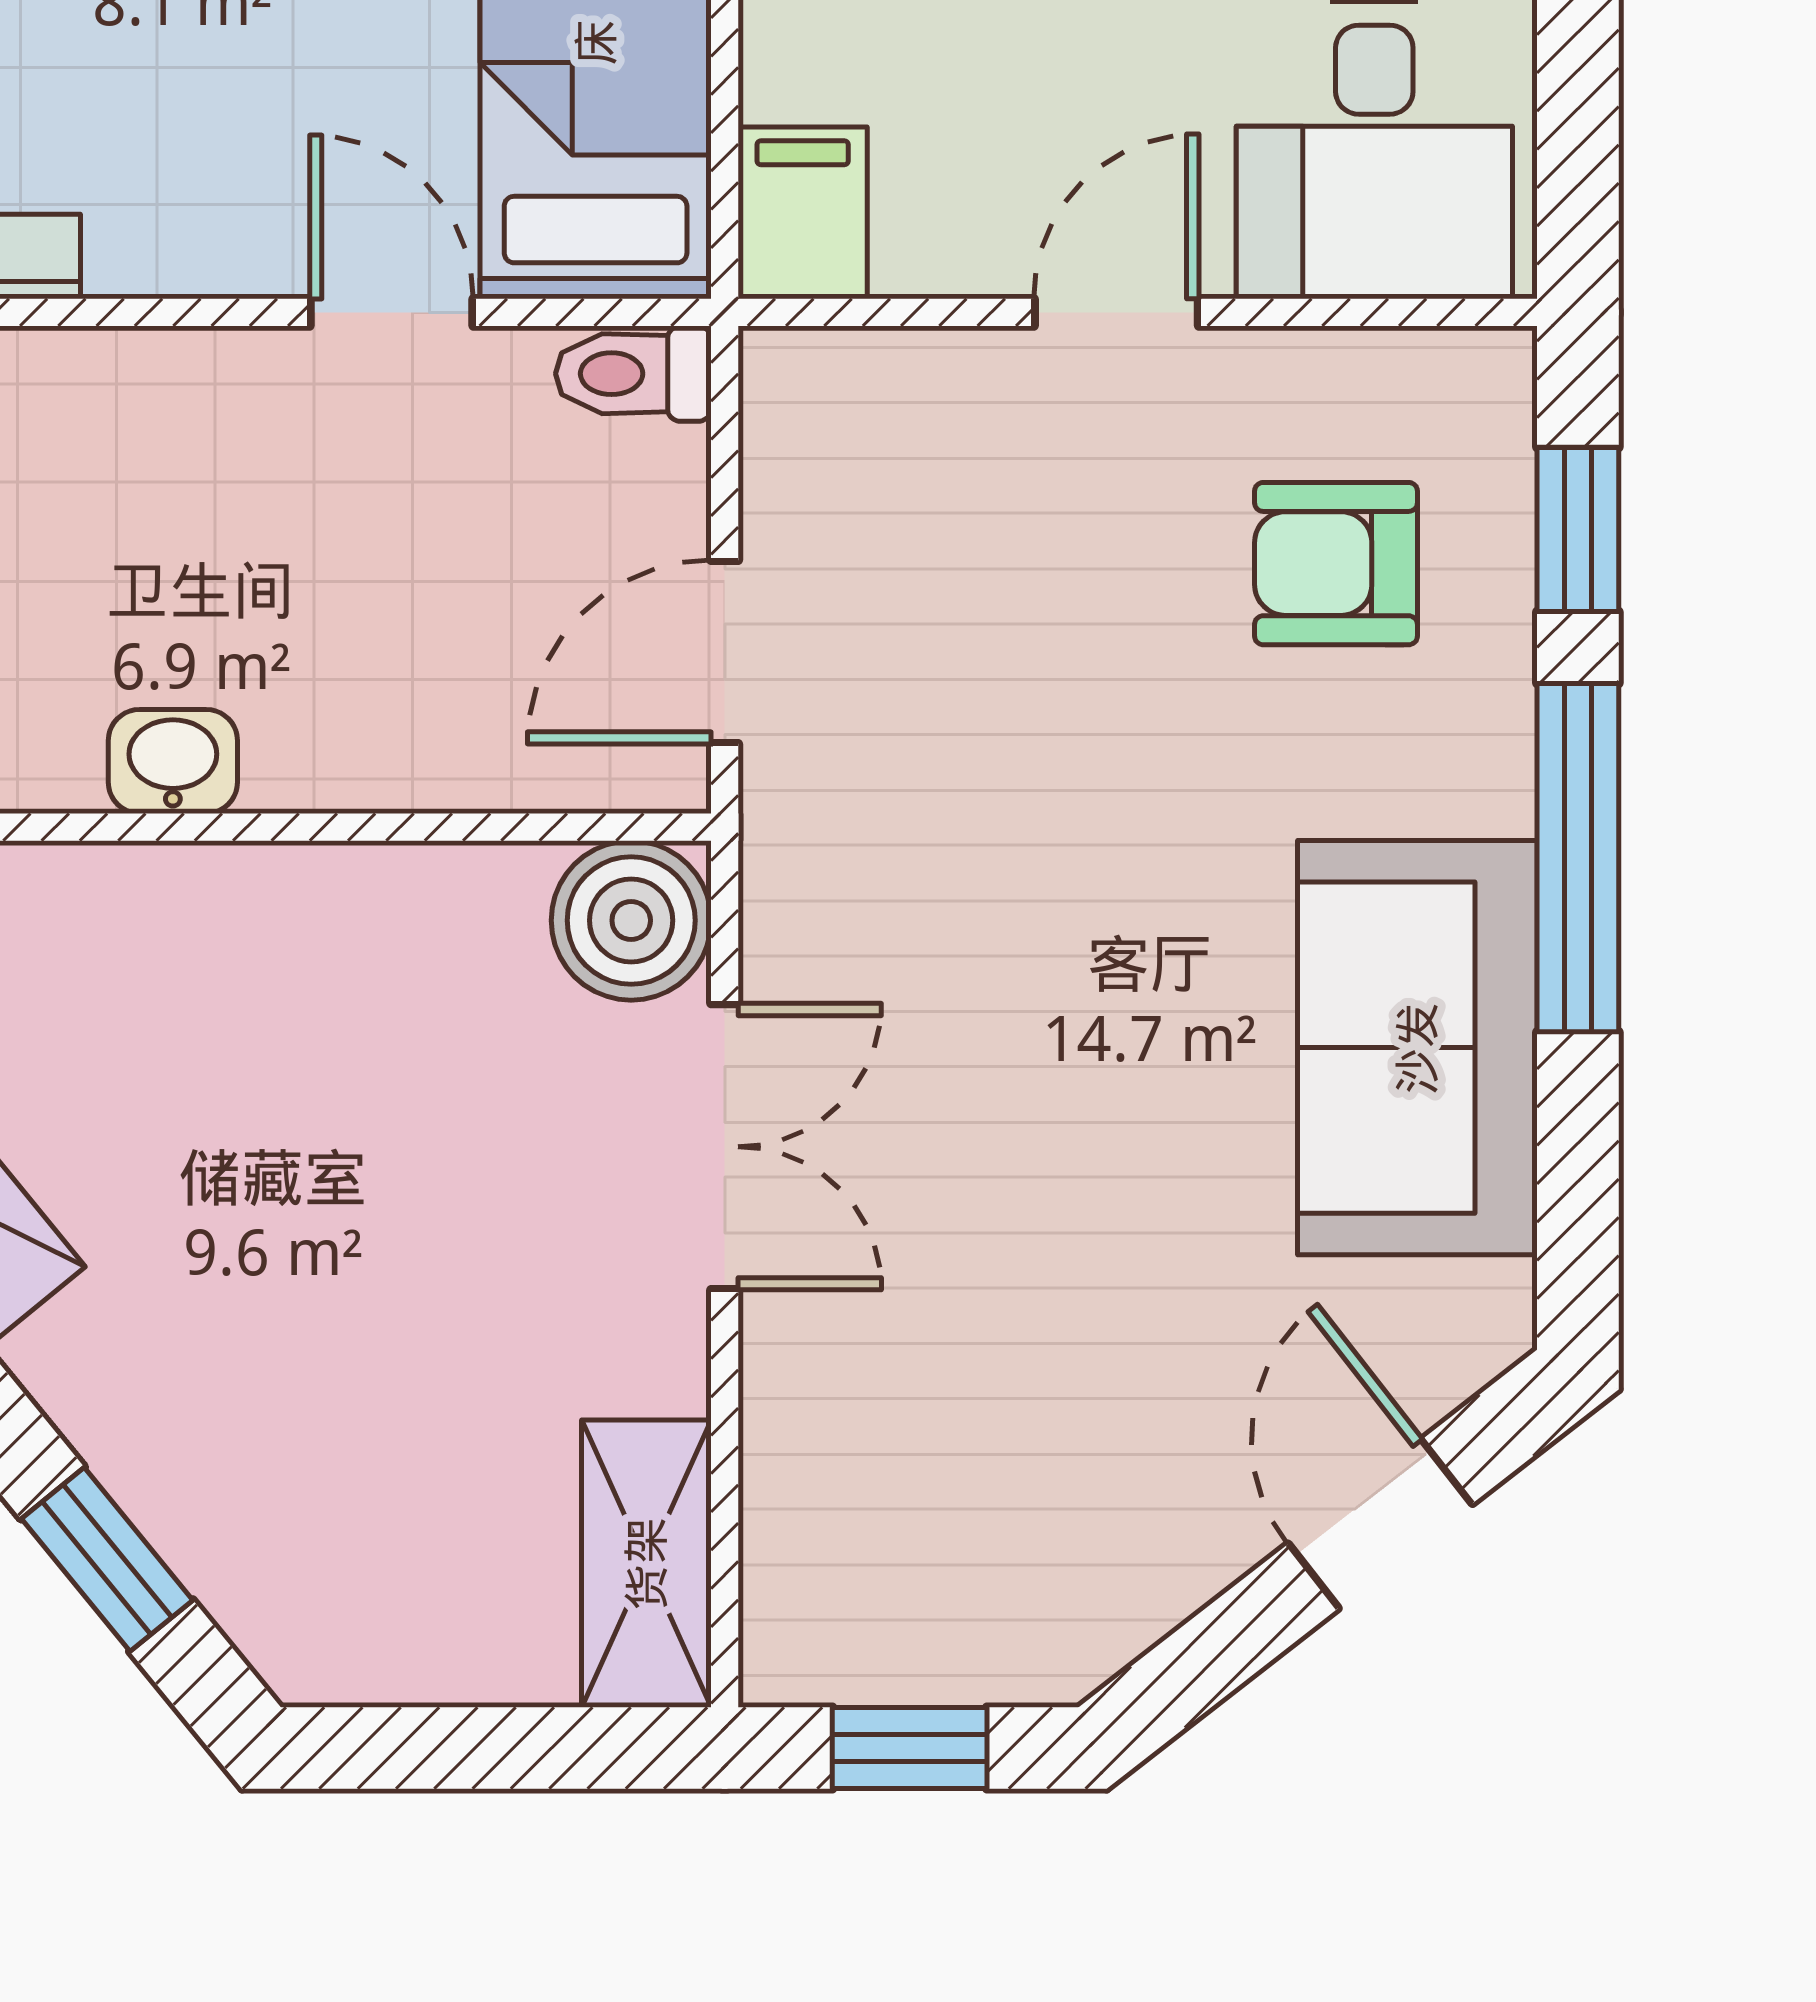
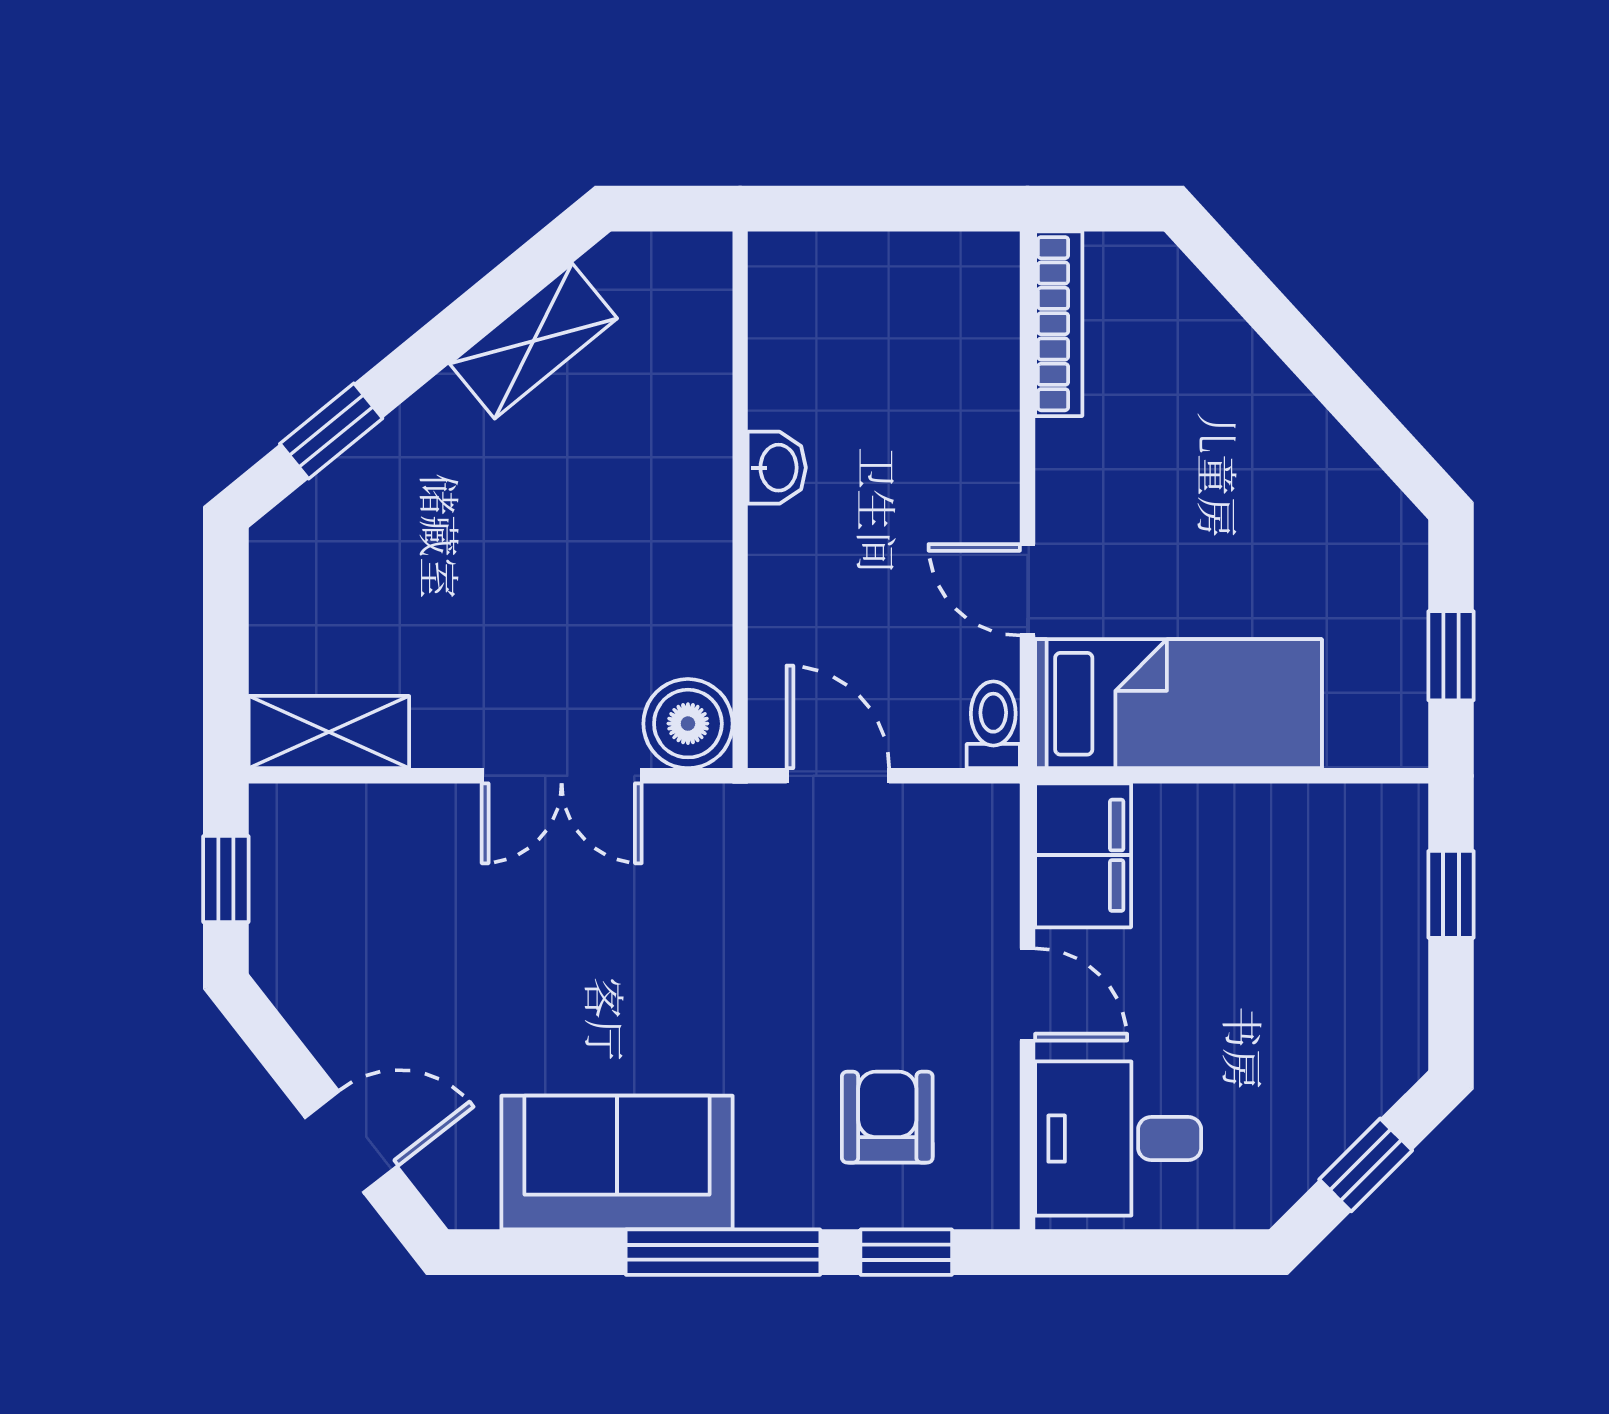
filing cabinet: (803, 213) -> (1083, 855), width x2.00
door: (391, 312) -> (1027, 590), swing flipped

